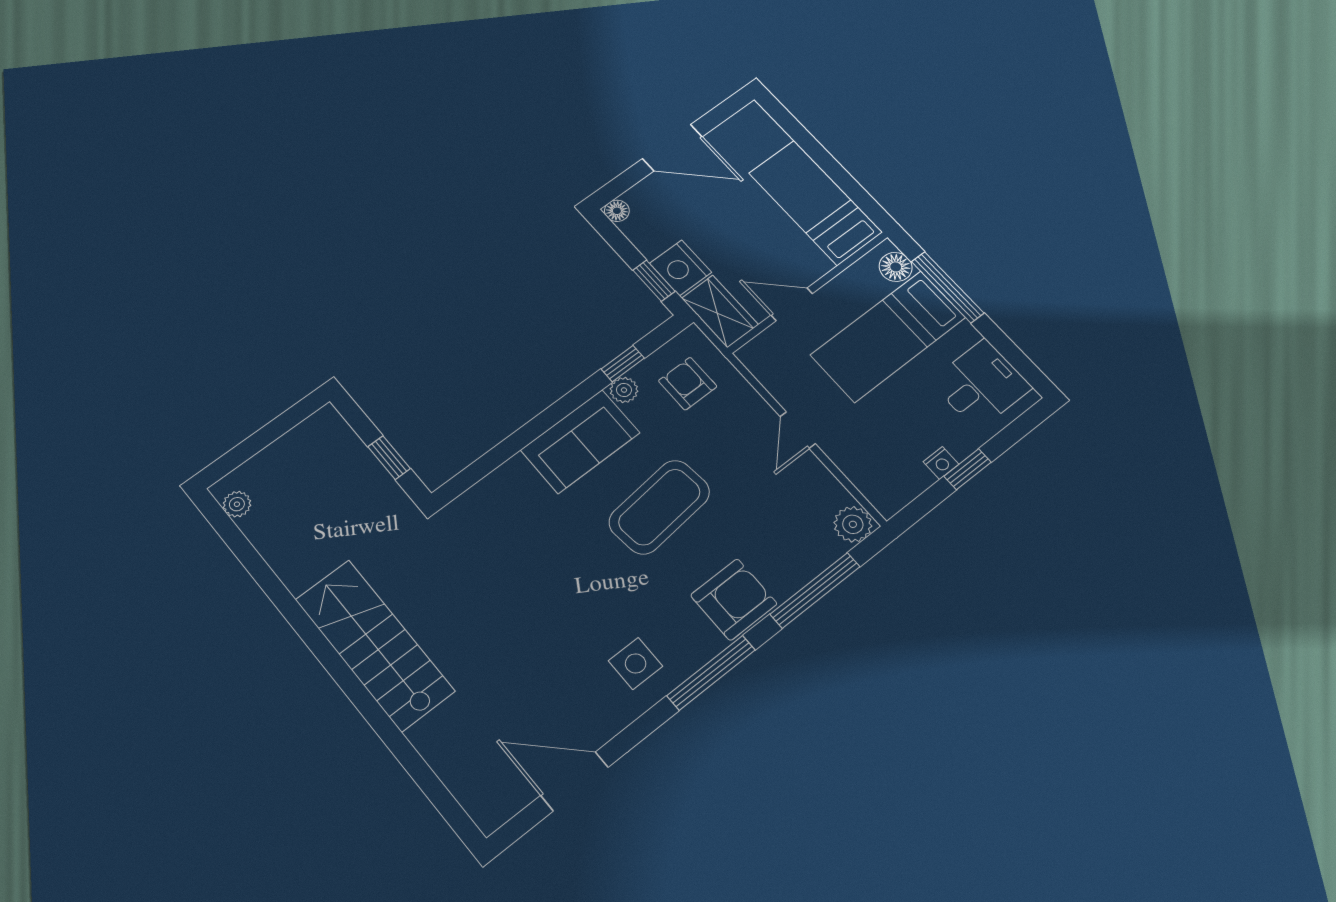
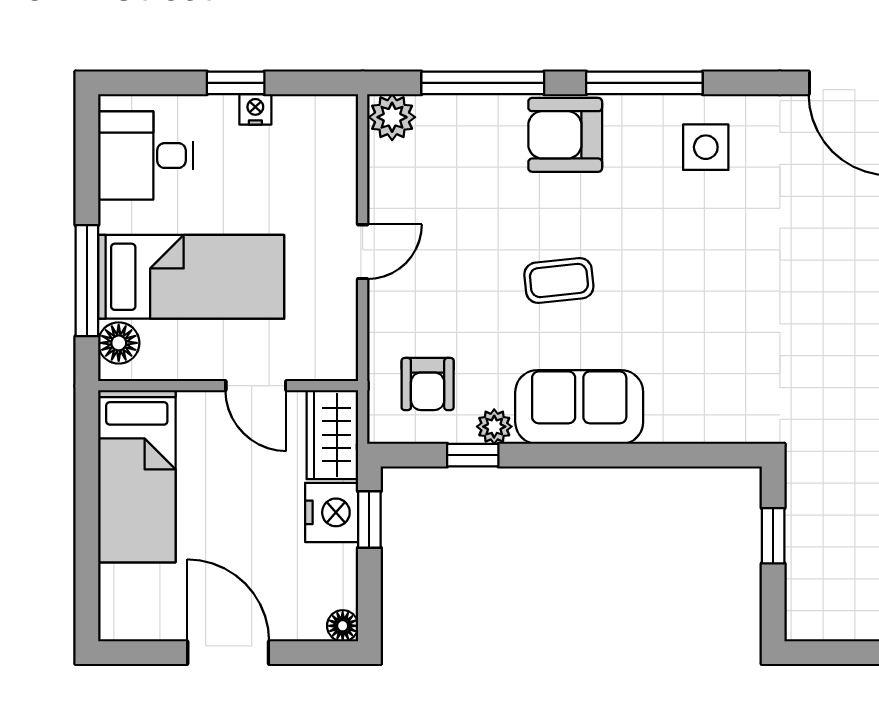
coffee table: (659, 507) -> (559, 280), width x0.54, depth x0.58

